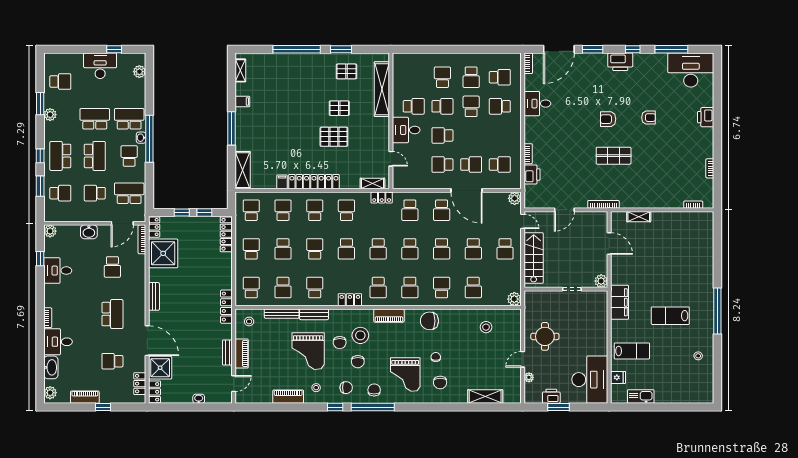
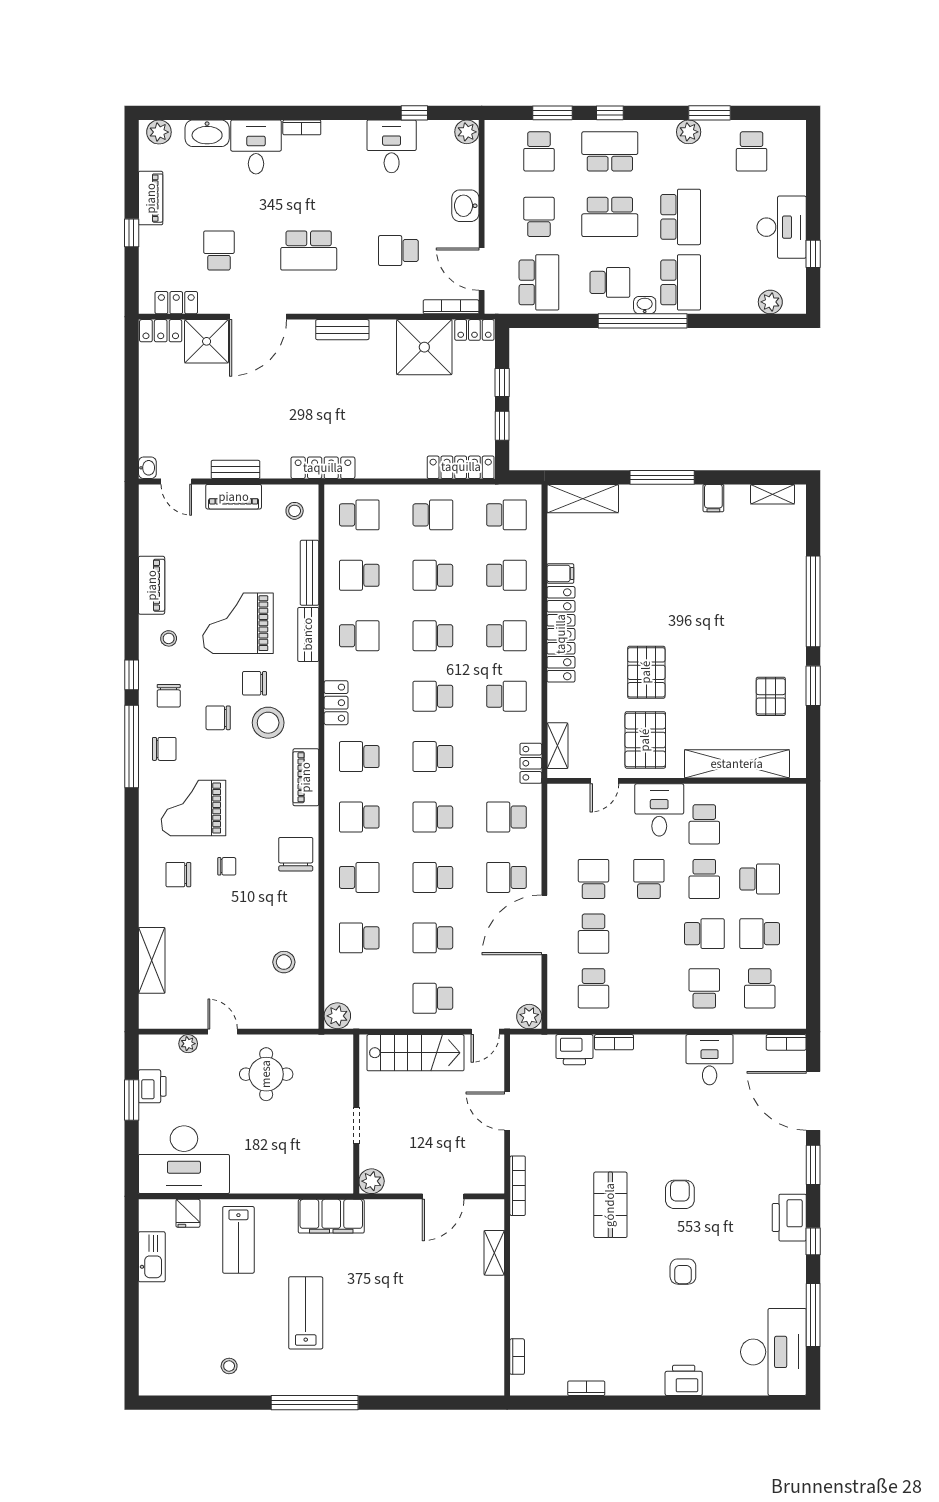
pallet: (339, 108) -> (645, 740), moved, width x1.50, depth x1.42
school desk: (315, 249) -> (433, 636), turned 180
washbasin: (199, 399) -> (147, 468), moved

